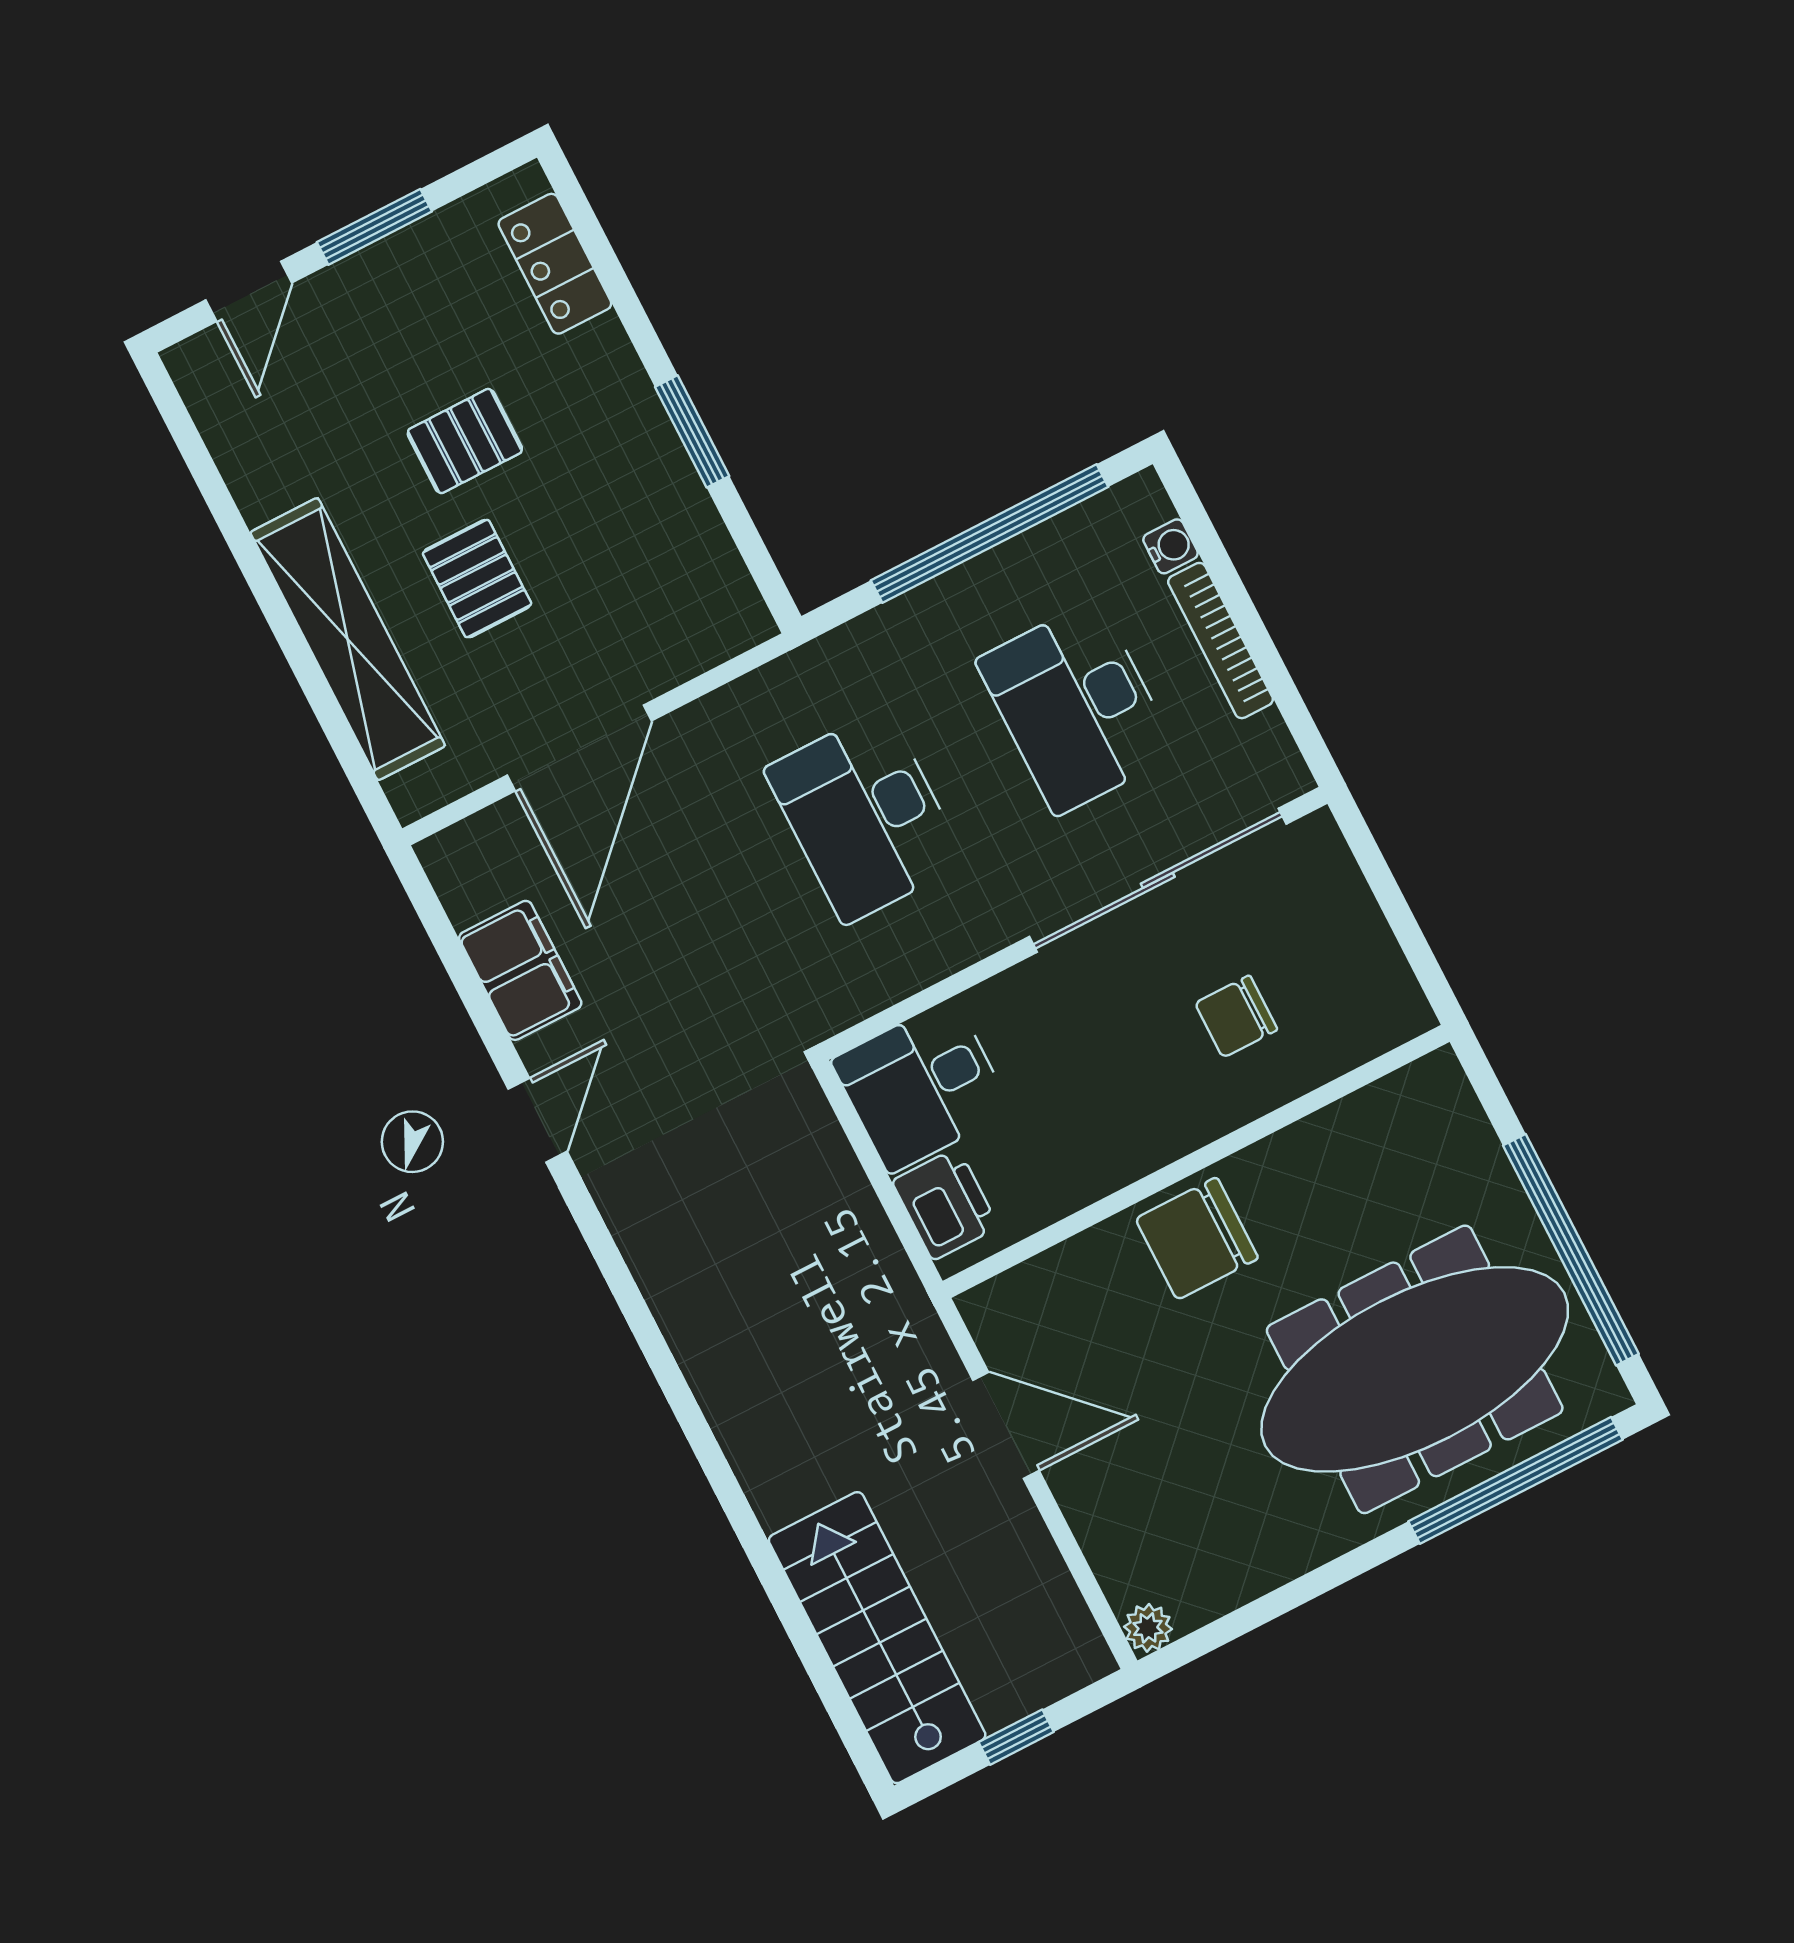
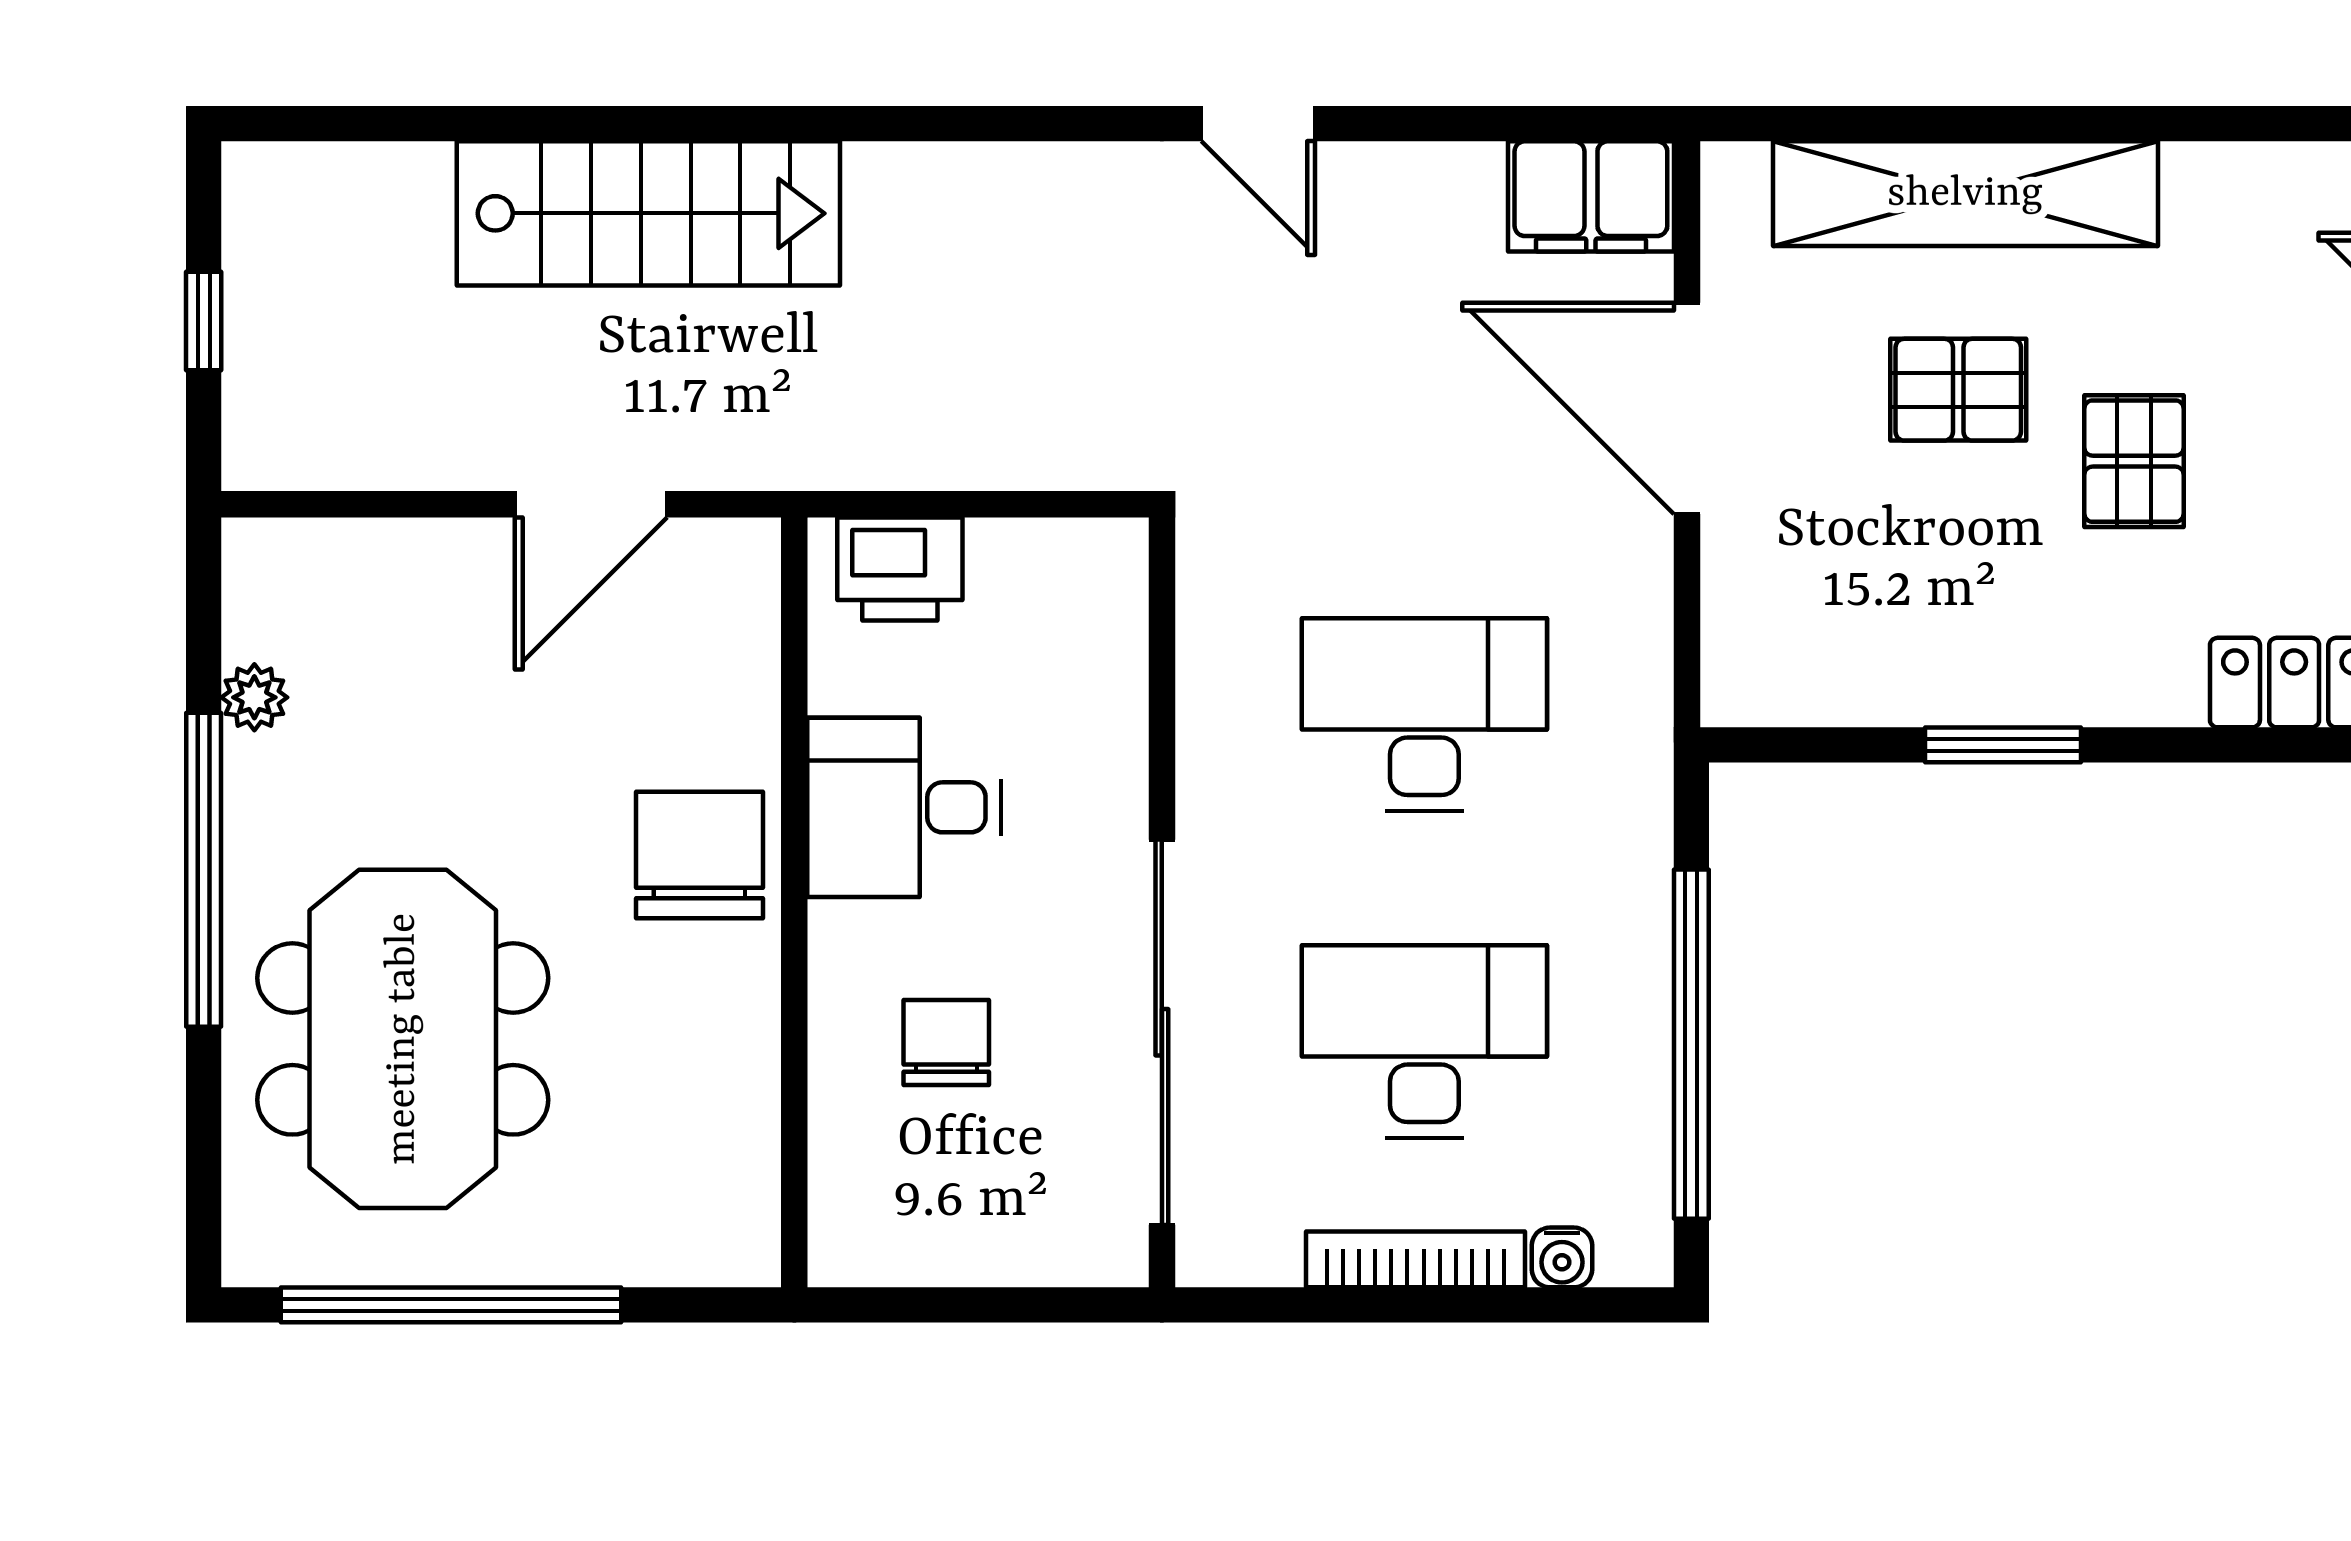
filing cabinet: (520, 970) -> (1591, 196), moved
desk: (921, 1086) -> (904, 807), moved, turned -90
meeting table: (1415, 1369) -> (403, 1039), width x0.73
window: (1516, 1480) -> (204, 870), moved
plant: (1148, 1628) -> (254, 697), moved
stairs: (877, 1638) -> (648, 213), moved

